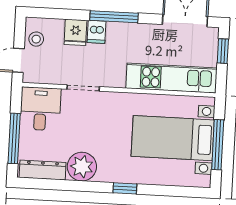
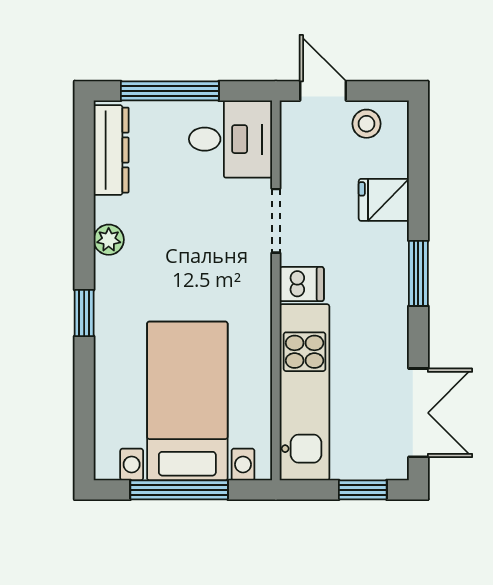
window: (114, 17) -> (418, 273), width x0.69
dishwasher: (97, 32) -> (302, 284), moved, turned 180
plant: (82, 167) -> (109, 240), width x0.53, depth x0.53

